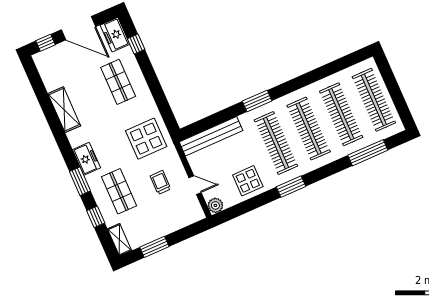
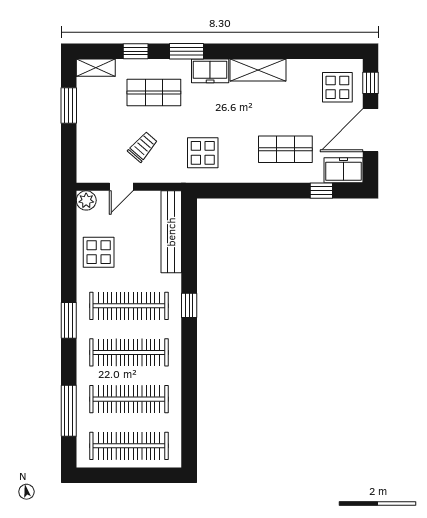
display table: (59, 65) -> (337, 87), added
window: (257, 101) -> (189, 305), width x0.67
shelving: (64, 110) -> (258, 70), moved
display table: (146, 139) -> (203, 153), width x0.73, depth x0.73
trolley: (160, 182) -> (143, 147), turned -49
window: (291, 187) -> (69, 320), moved

